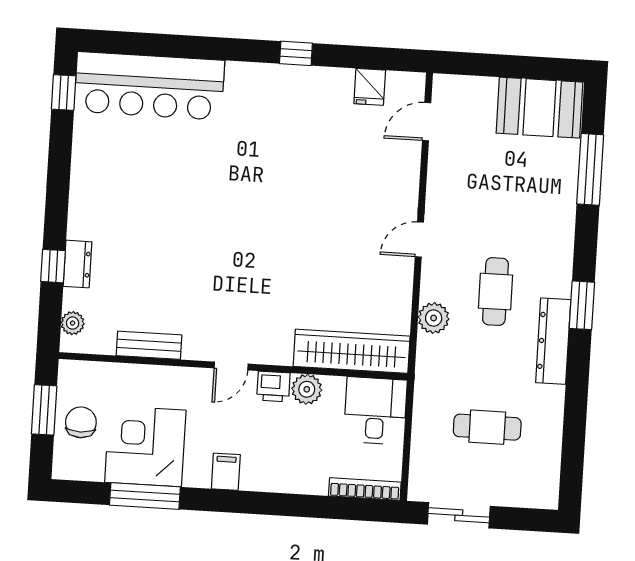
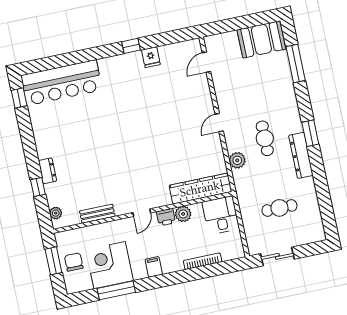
fridge: (370, 87) -> (151, 57), moved
dresser: (77, 264) -> (48, 171), moved
bookcase: (365, 489) -> (203, 261), moved

